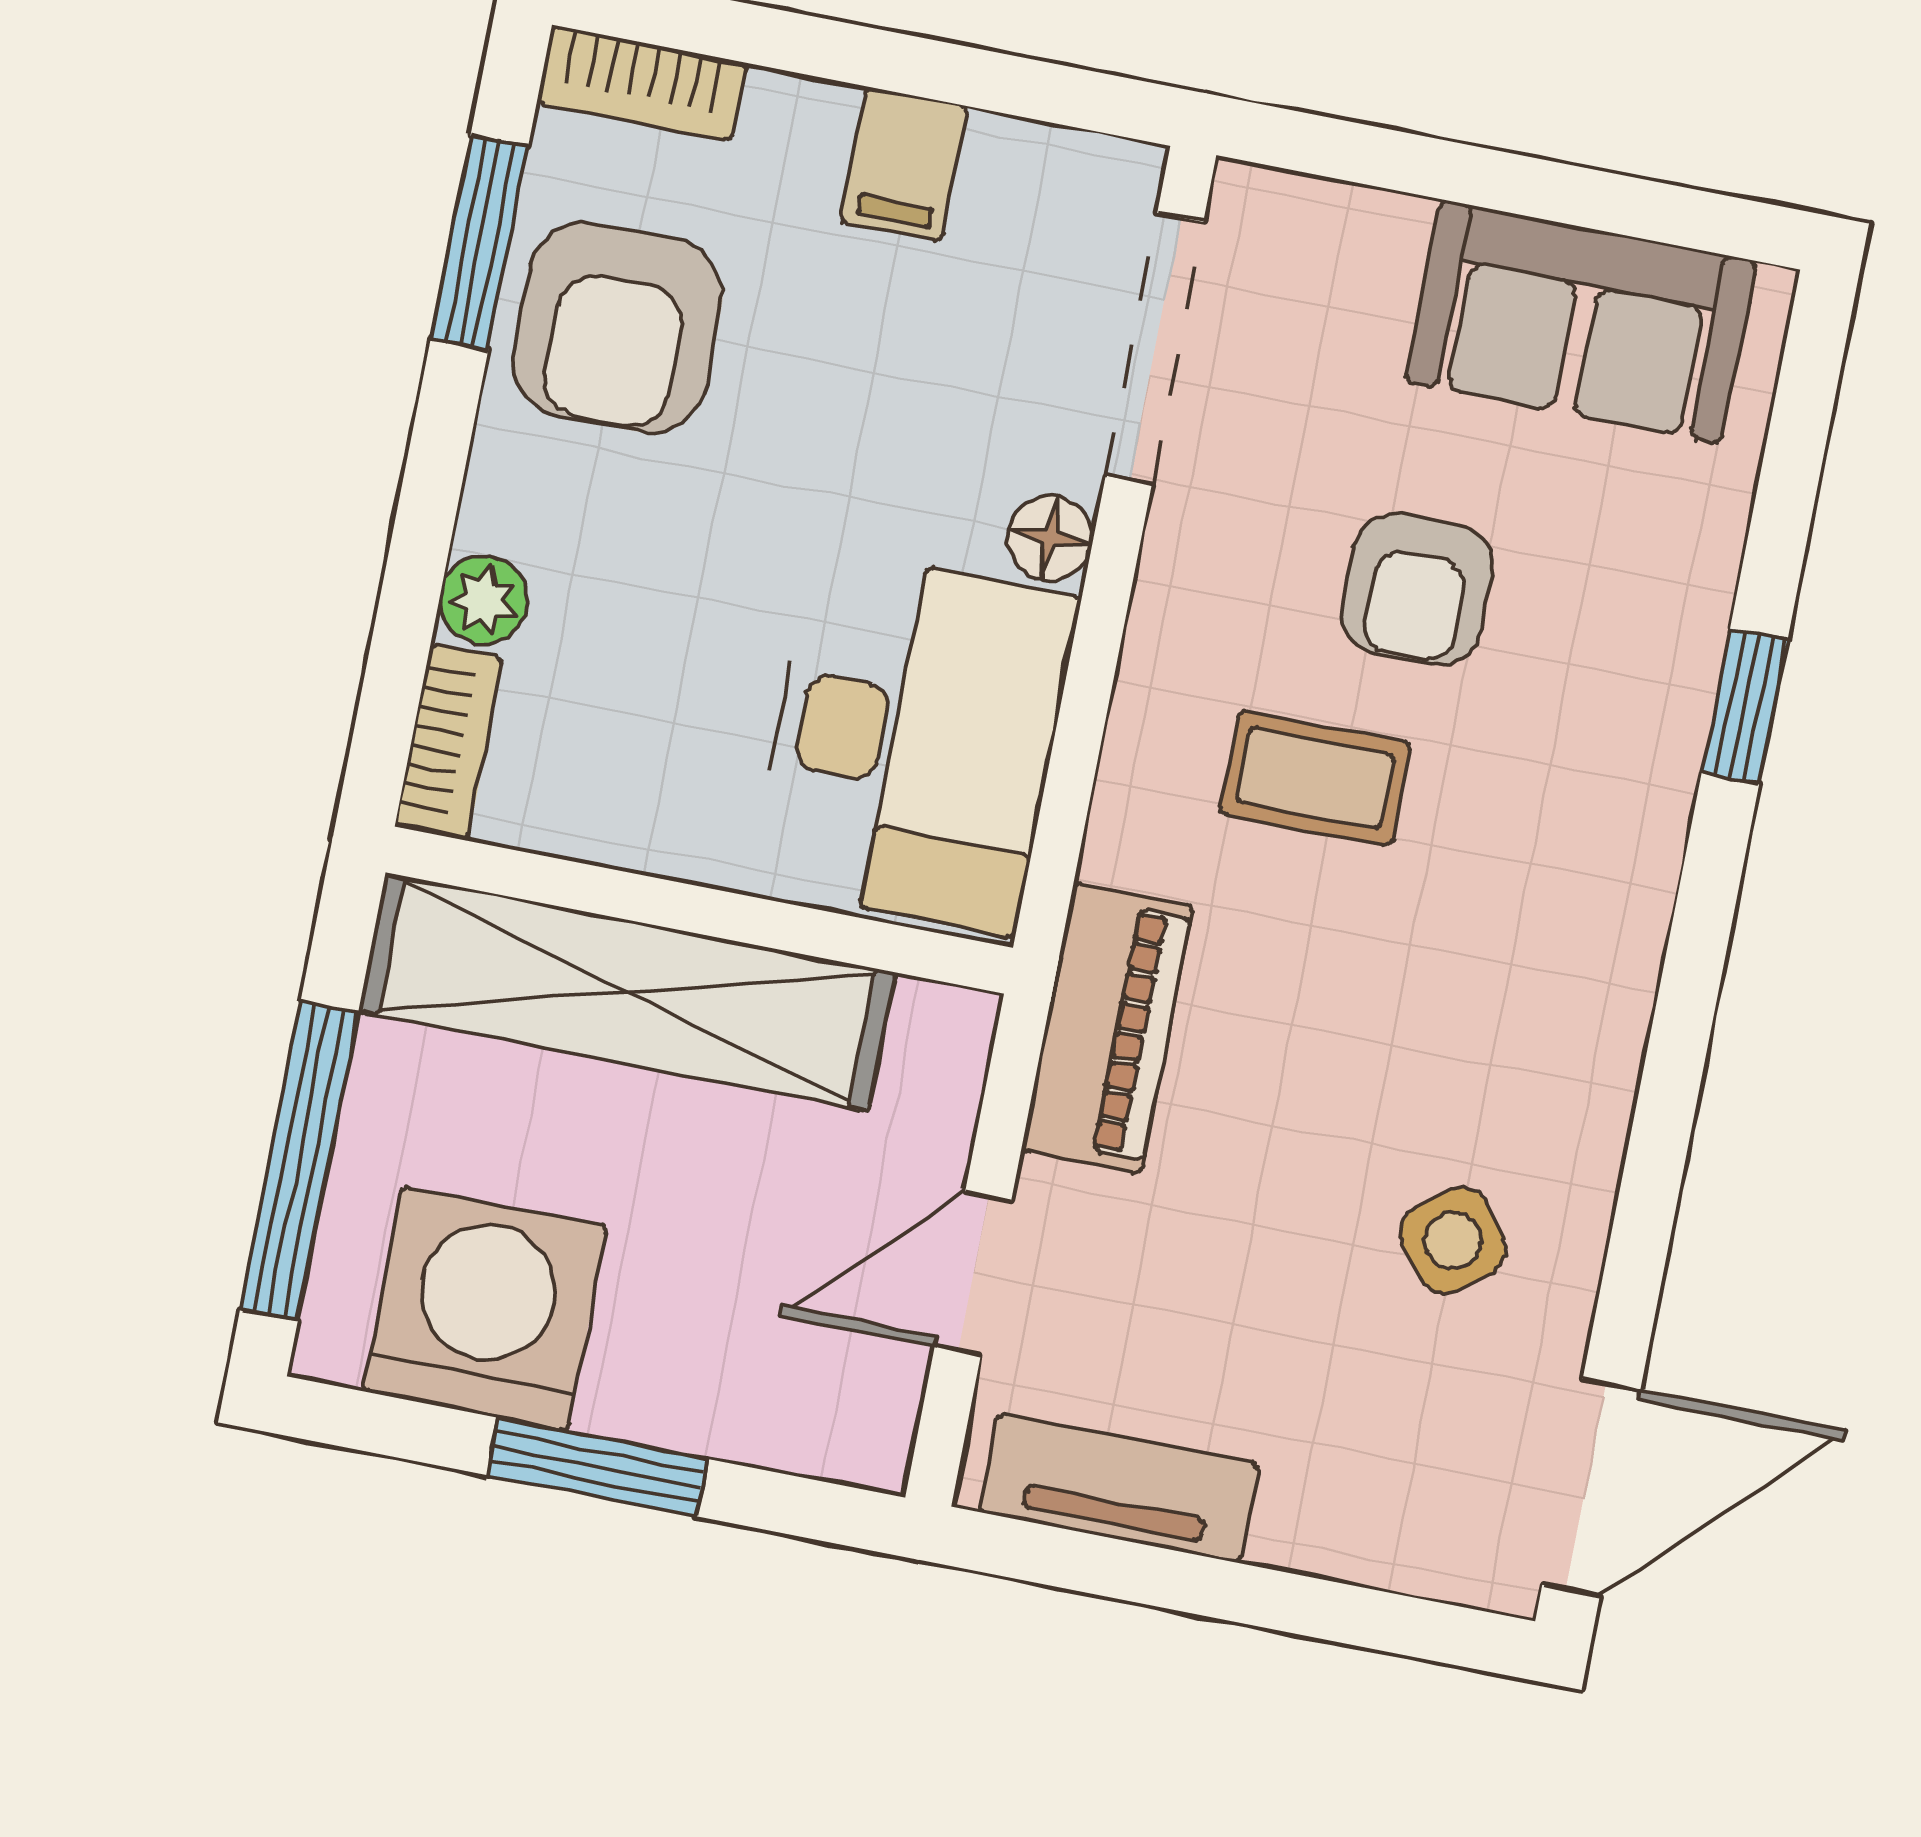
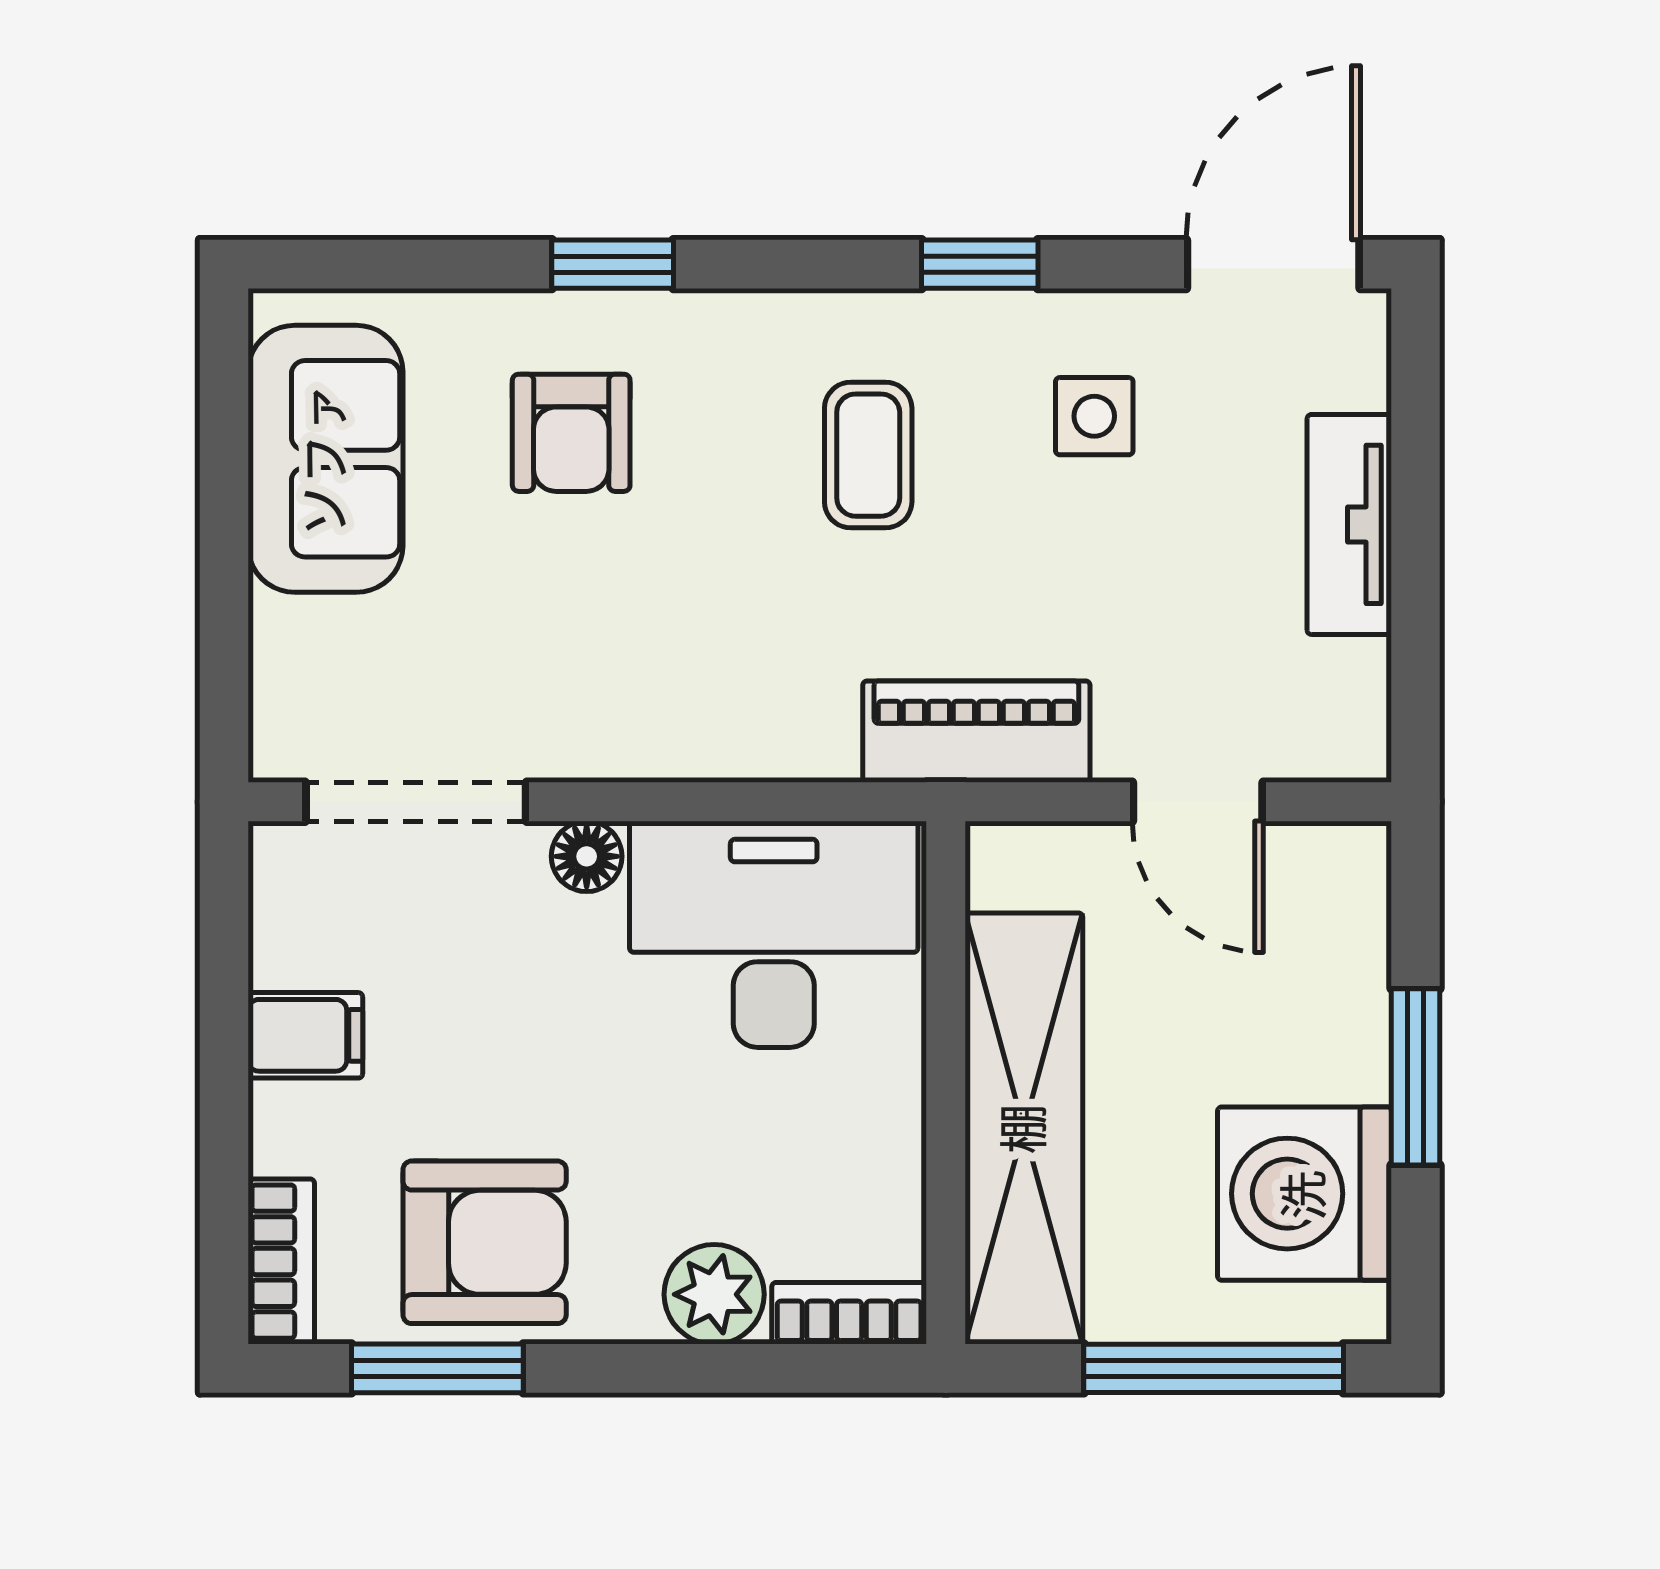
armchair: (1417, 589) -> (571, 433), moved, turned 90
plant: (484, 600) -> (714, 1294), width x1.38, depth x1.38
coffee table: (1315, 778) -> (868, 455), moved
window: (1659, 1140) -> (980, 264), added
side table: (1453, 1240) -> (1094, 416), turned 37
door: (1591, 1487) -> (1273, 264), hinge flipped
tv unit: (1119, 1488) -> (1349, 524), moved

